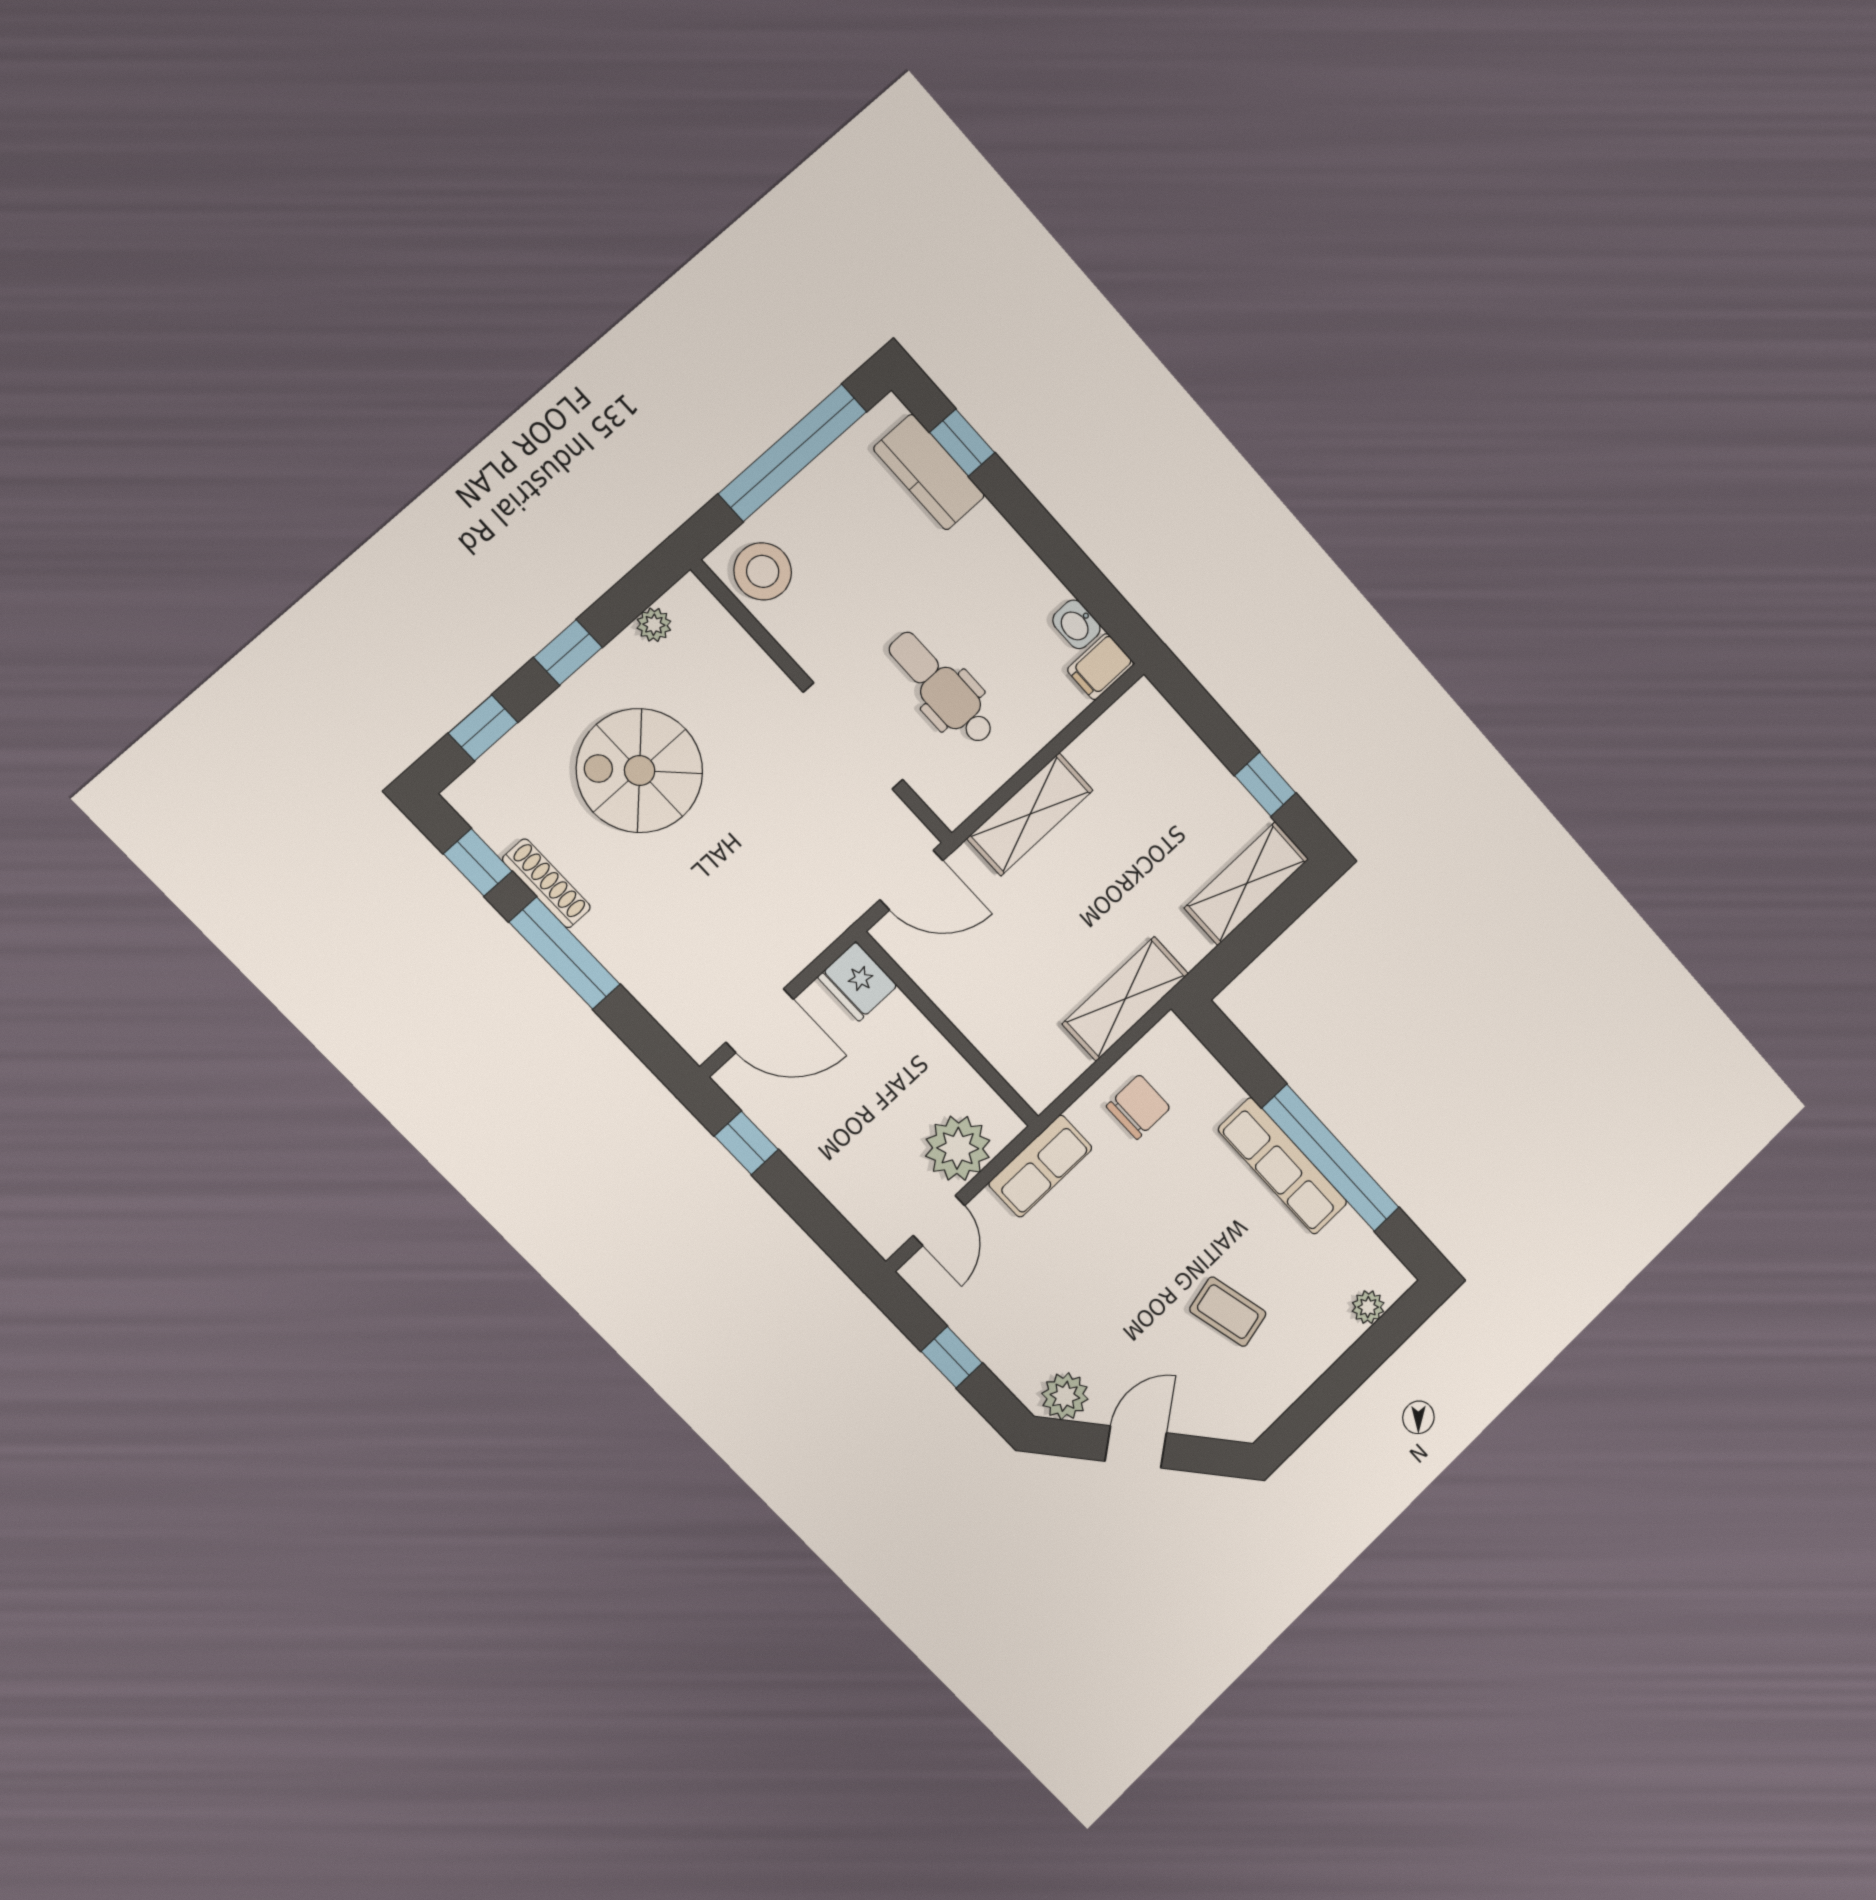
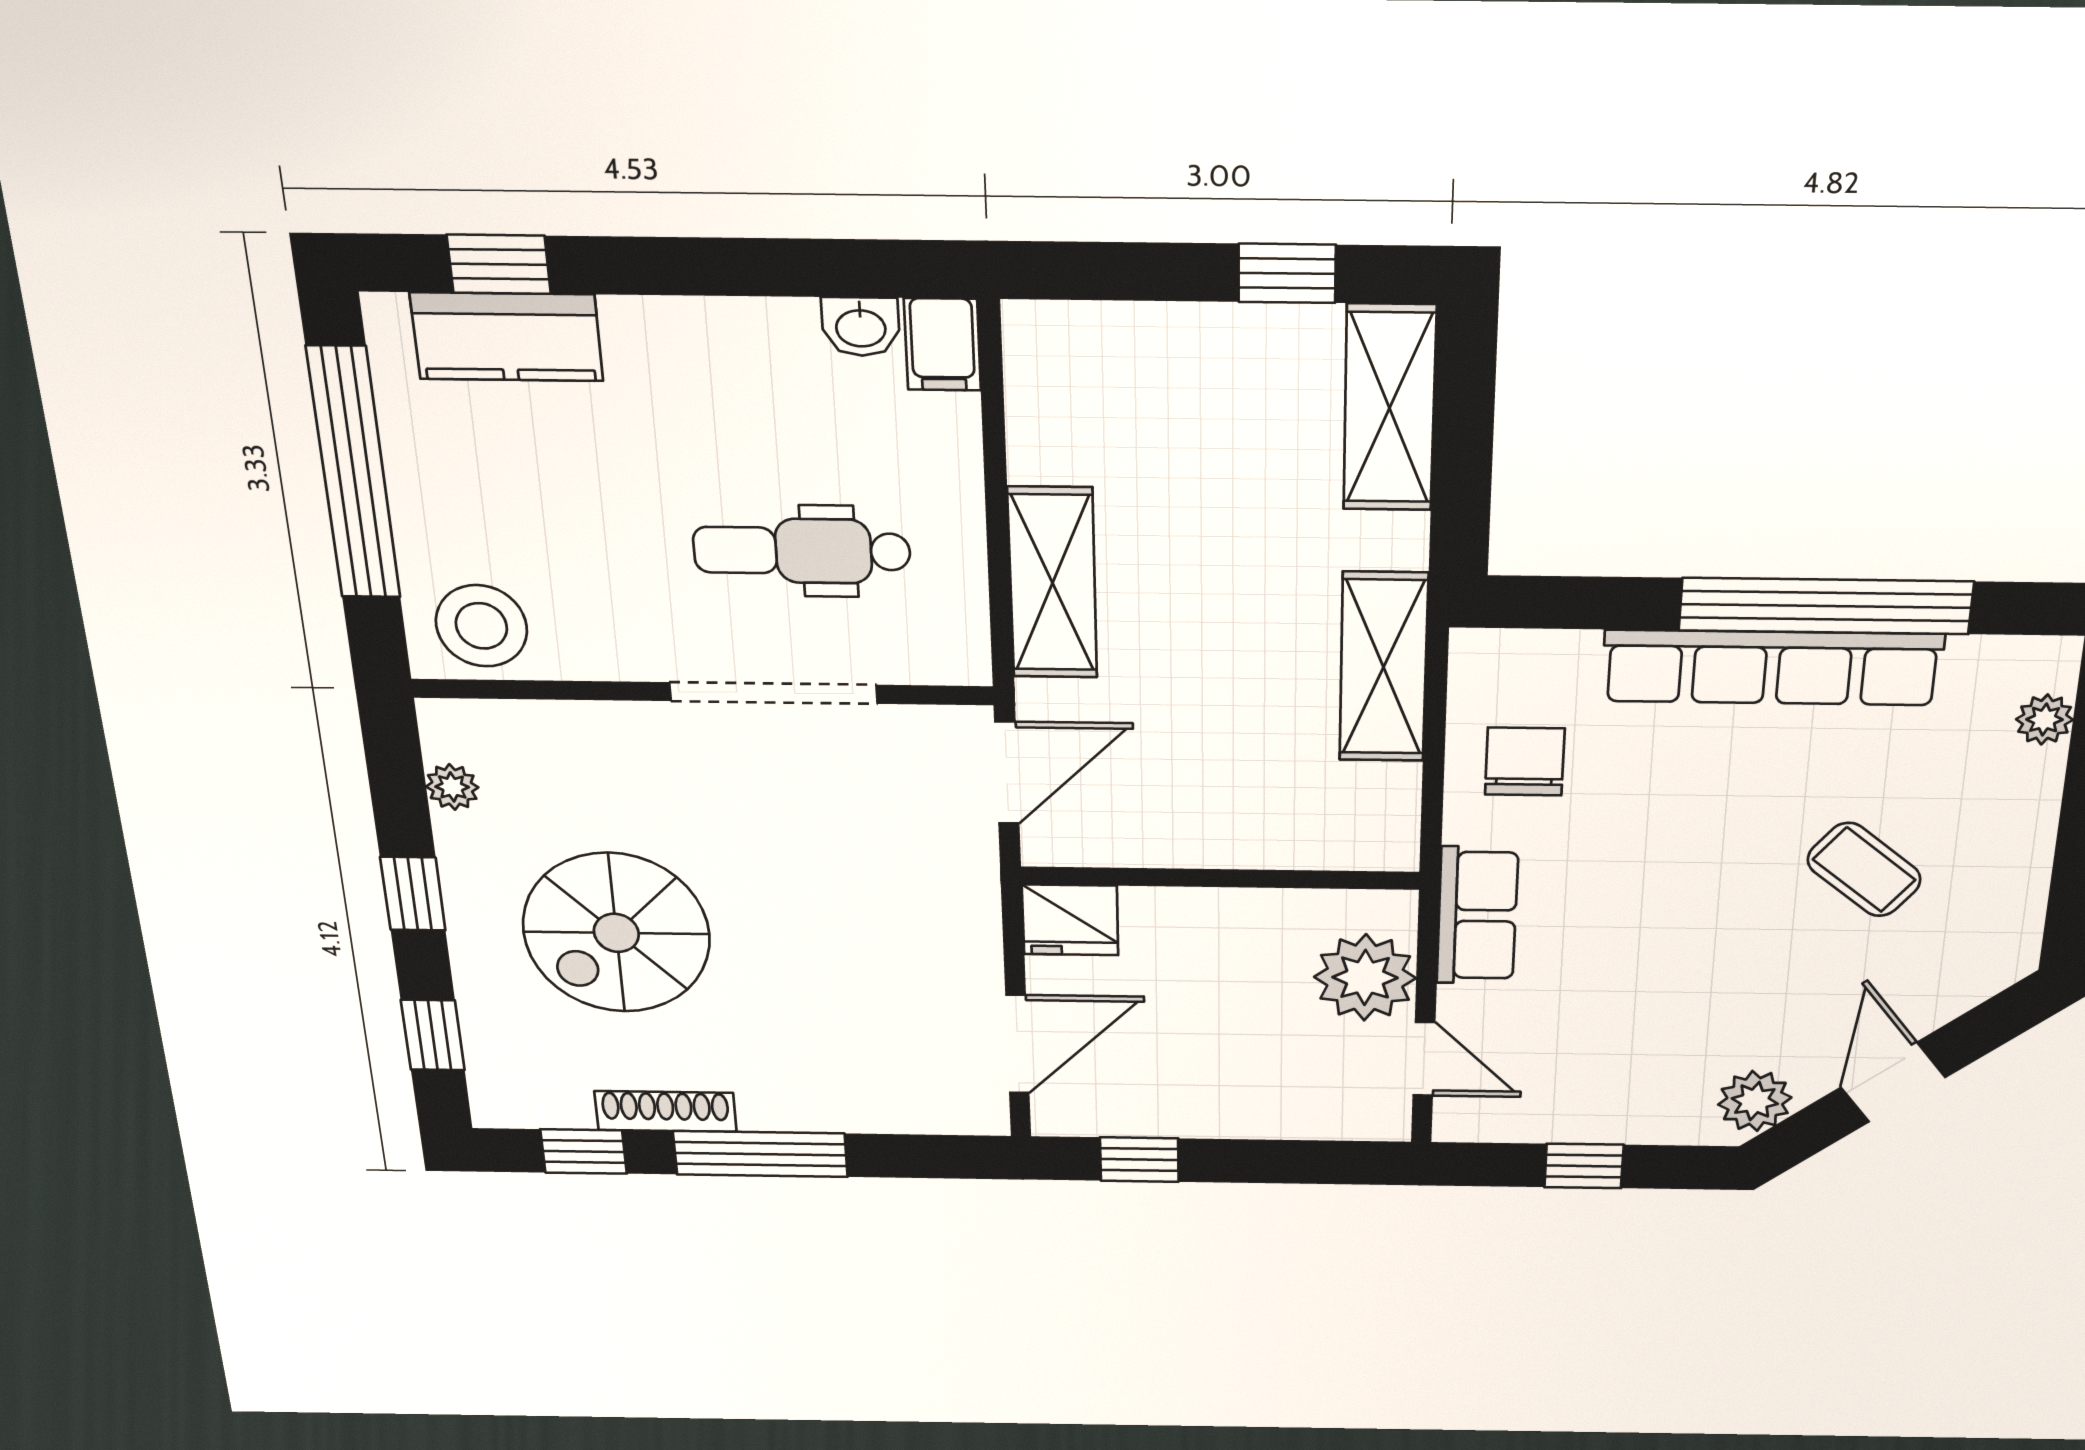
row of seats: (1283, 1166) -> (1772, 668), width x1.36
coffee table: (1228, 1312) -> (1864, 870), turned 52

